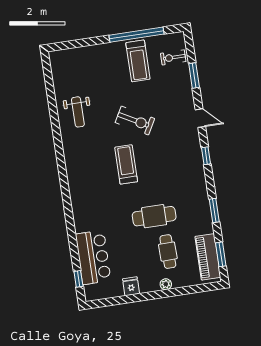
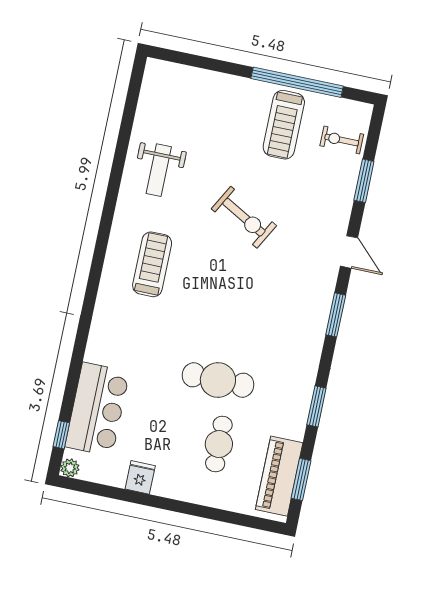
window: (206, 156) -> (336, 315), width x1.50
treadmill: (126, 164) -> (152, 264), moved
plant: (166, 284) -> (70, 468), moved

